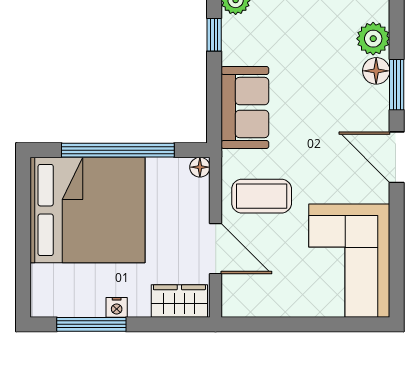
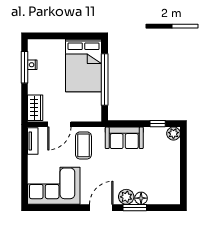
plant: (373, 39) -> (126, 197), moved
floor lamp: (200, 167) -> (97, 117), removed
bed: (88, 210) -> (84, 65), width x0.73
tv unit: (252, 306) -> (33, 141), added
nightstand: (117, 307) -> (32, 65), moved

